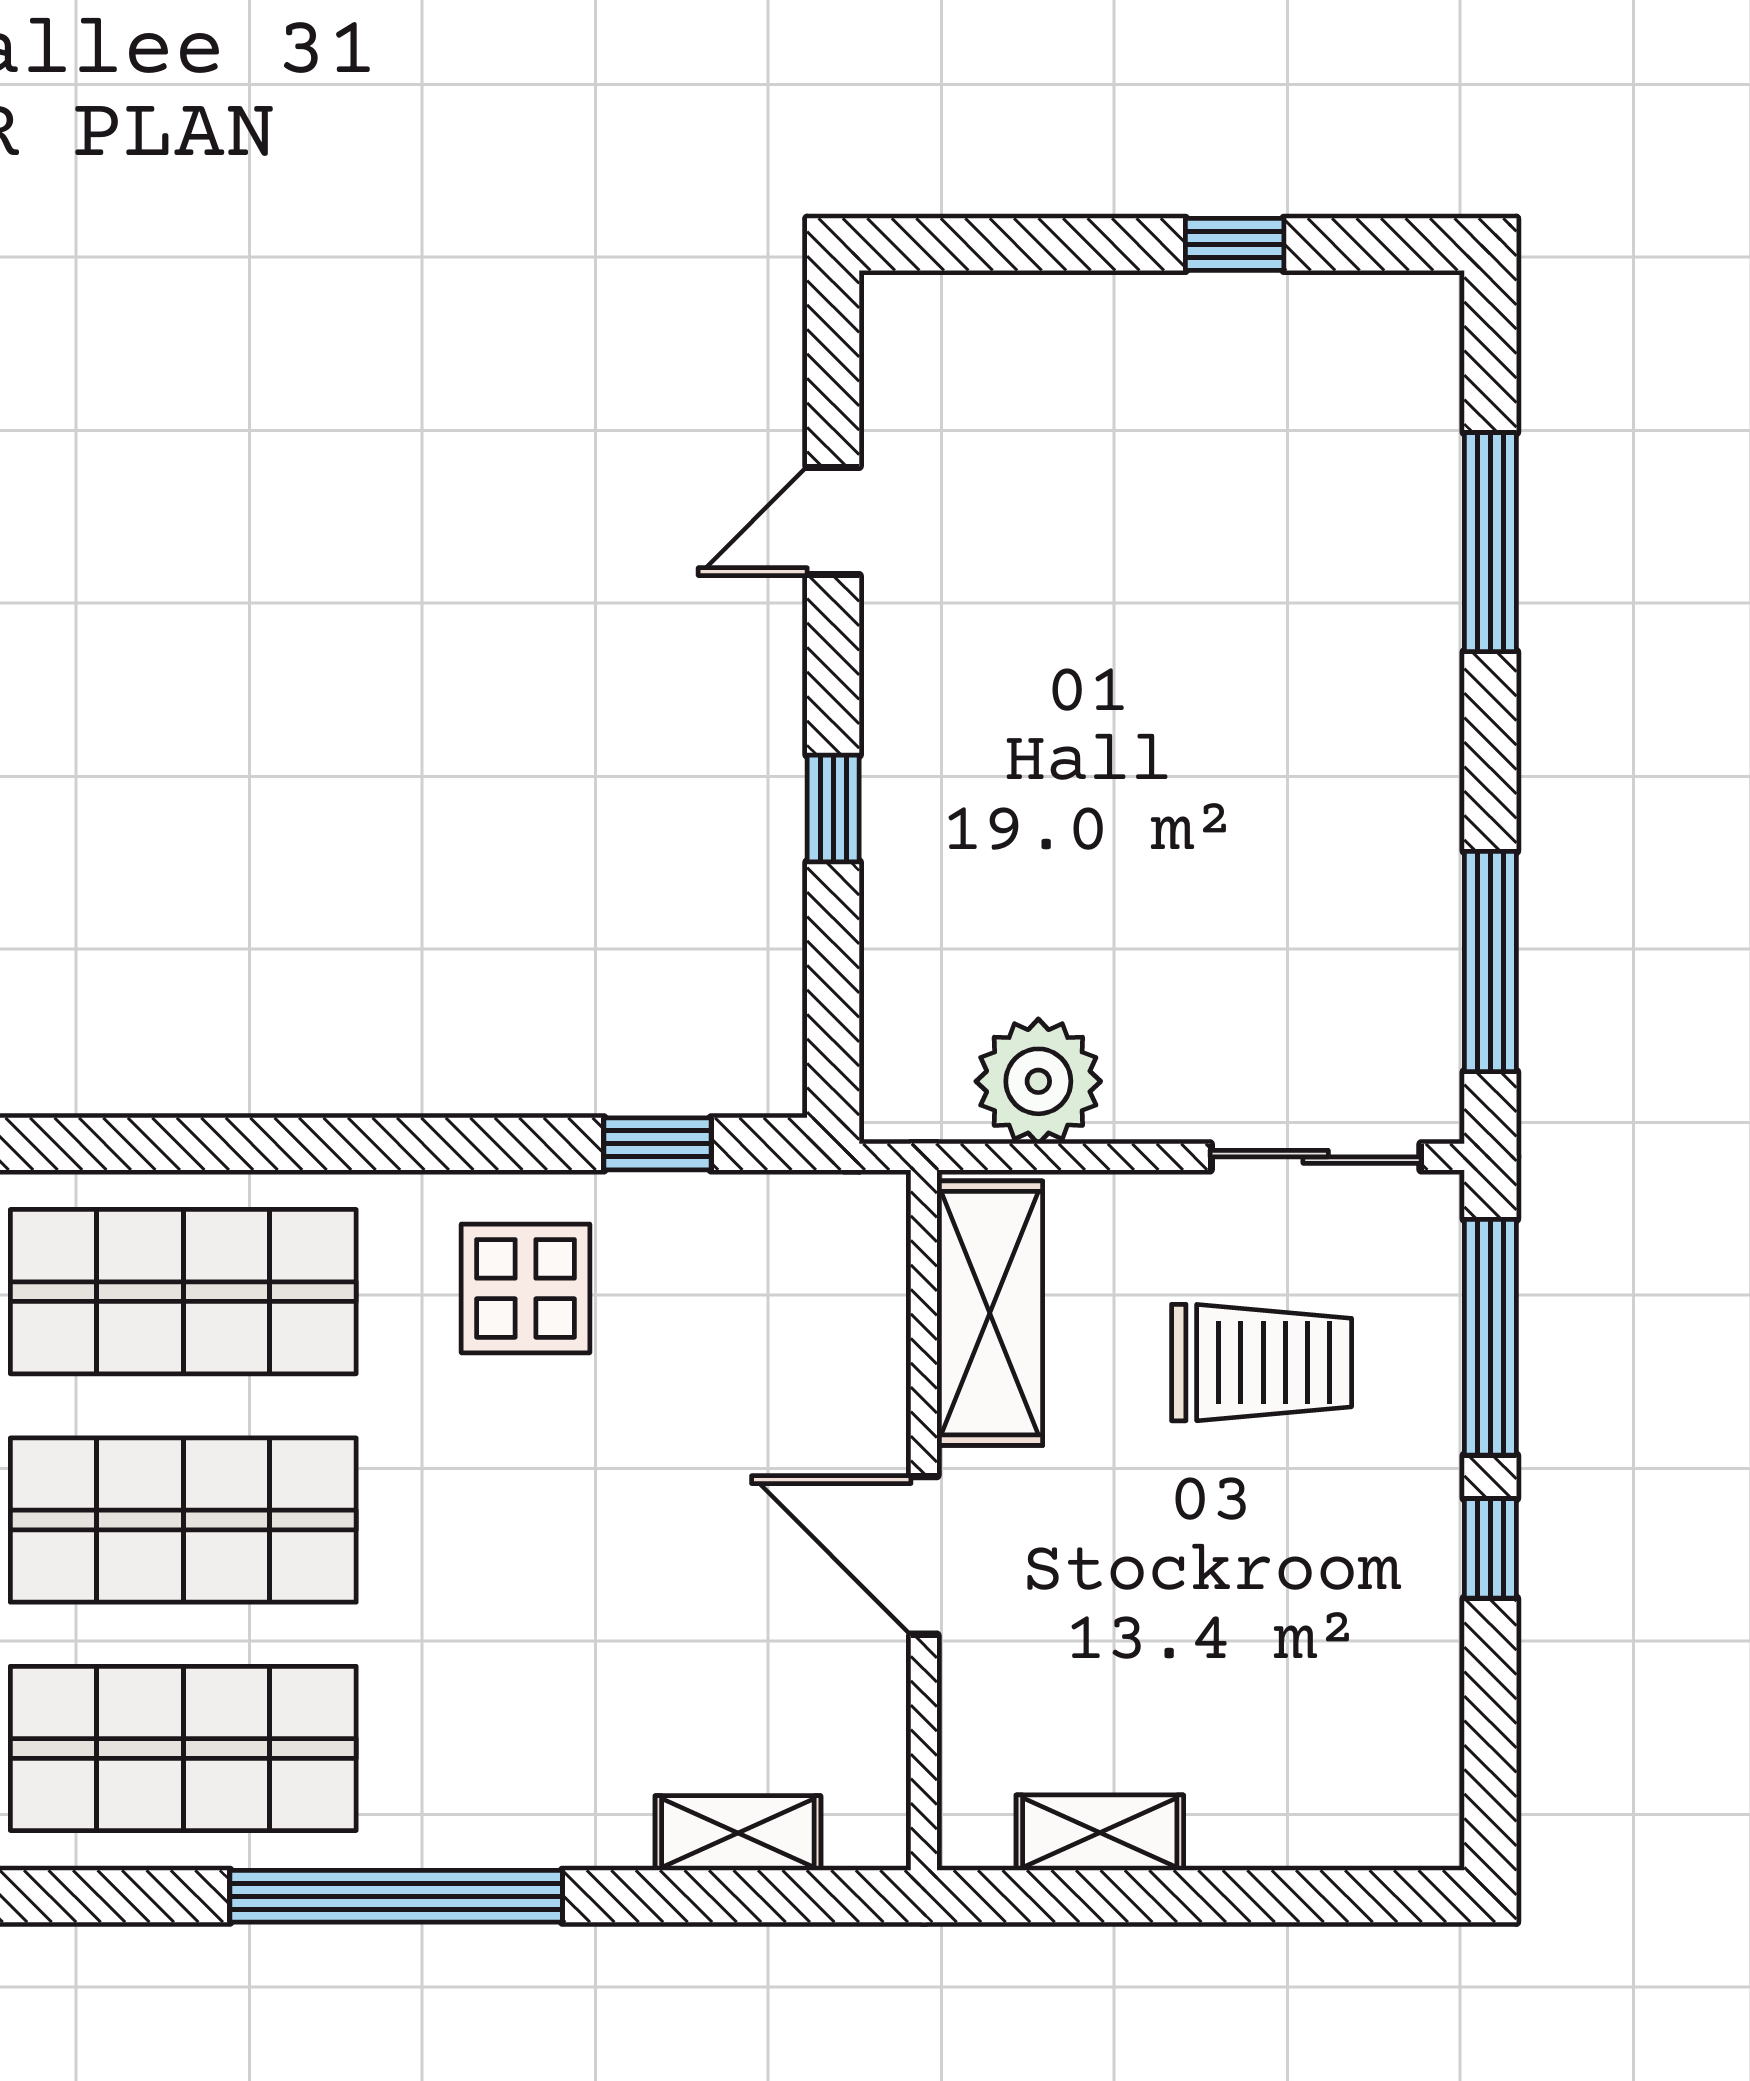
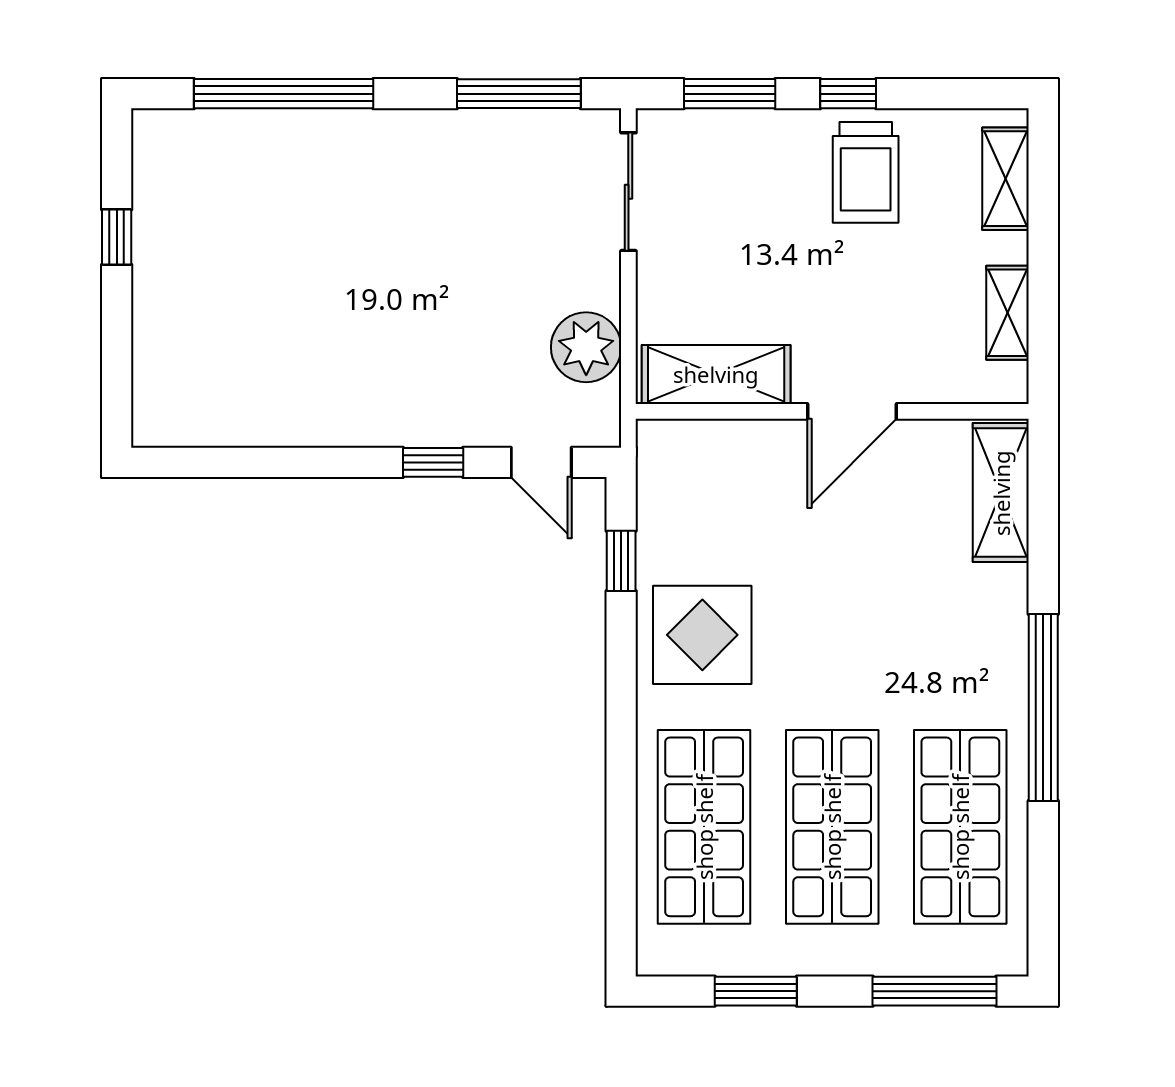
door: (833, 521) -> (541, 462), moved
window: (1490, 542) -> (284, 94), width x1.46
display table: (526, 1288) -> (702, 635), width x1.36, depth x1.36
window: (1490, 1337) -> (730, 94), width x0.69
trolley: (1262, 1363) -> (866, 172), moved, turned 180
shelving: (1339, 1829) -> (1006, 179), added
shelving: (738, 1833) -> (1001, 493), width x1.50, depth x1.33

